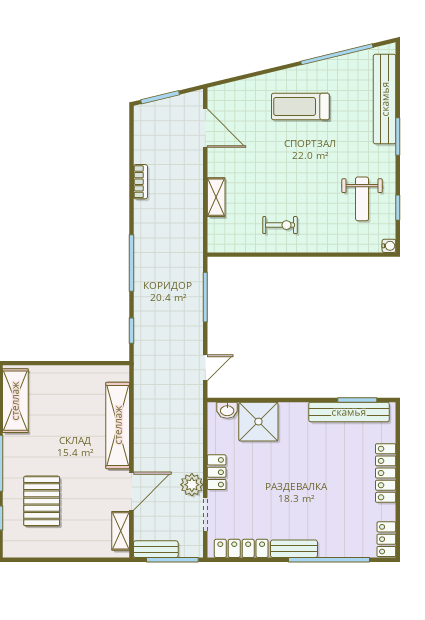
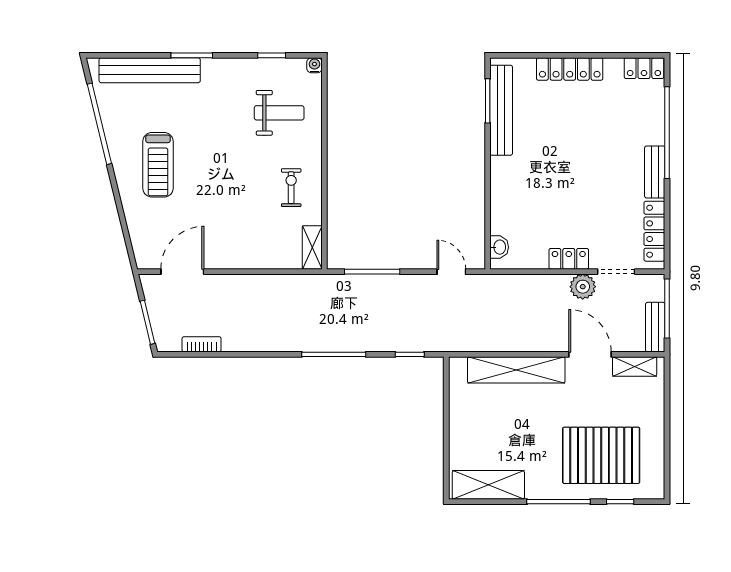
bookcase: (140, 182) -> (202, 344), moved
shelving: (216, 197) -> (312, 247), moved, turned 90
weight bench: (362, 199) -> (279, 113), moved
shower: (258, 422) -> (512, 212), removed
pallet: (42, 501) -> (601, 455), width x1.37, depth x1.41

